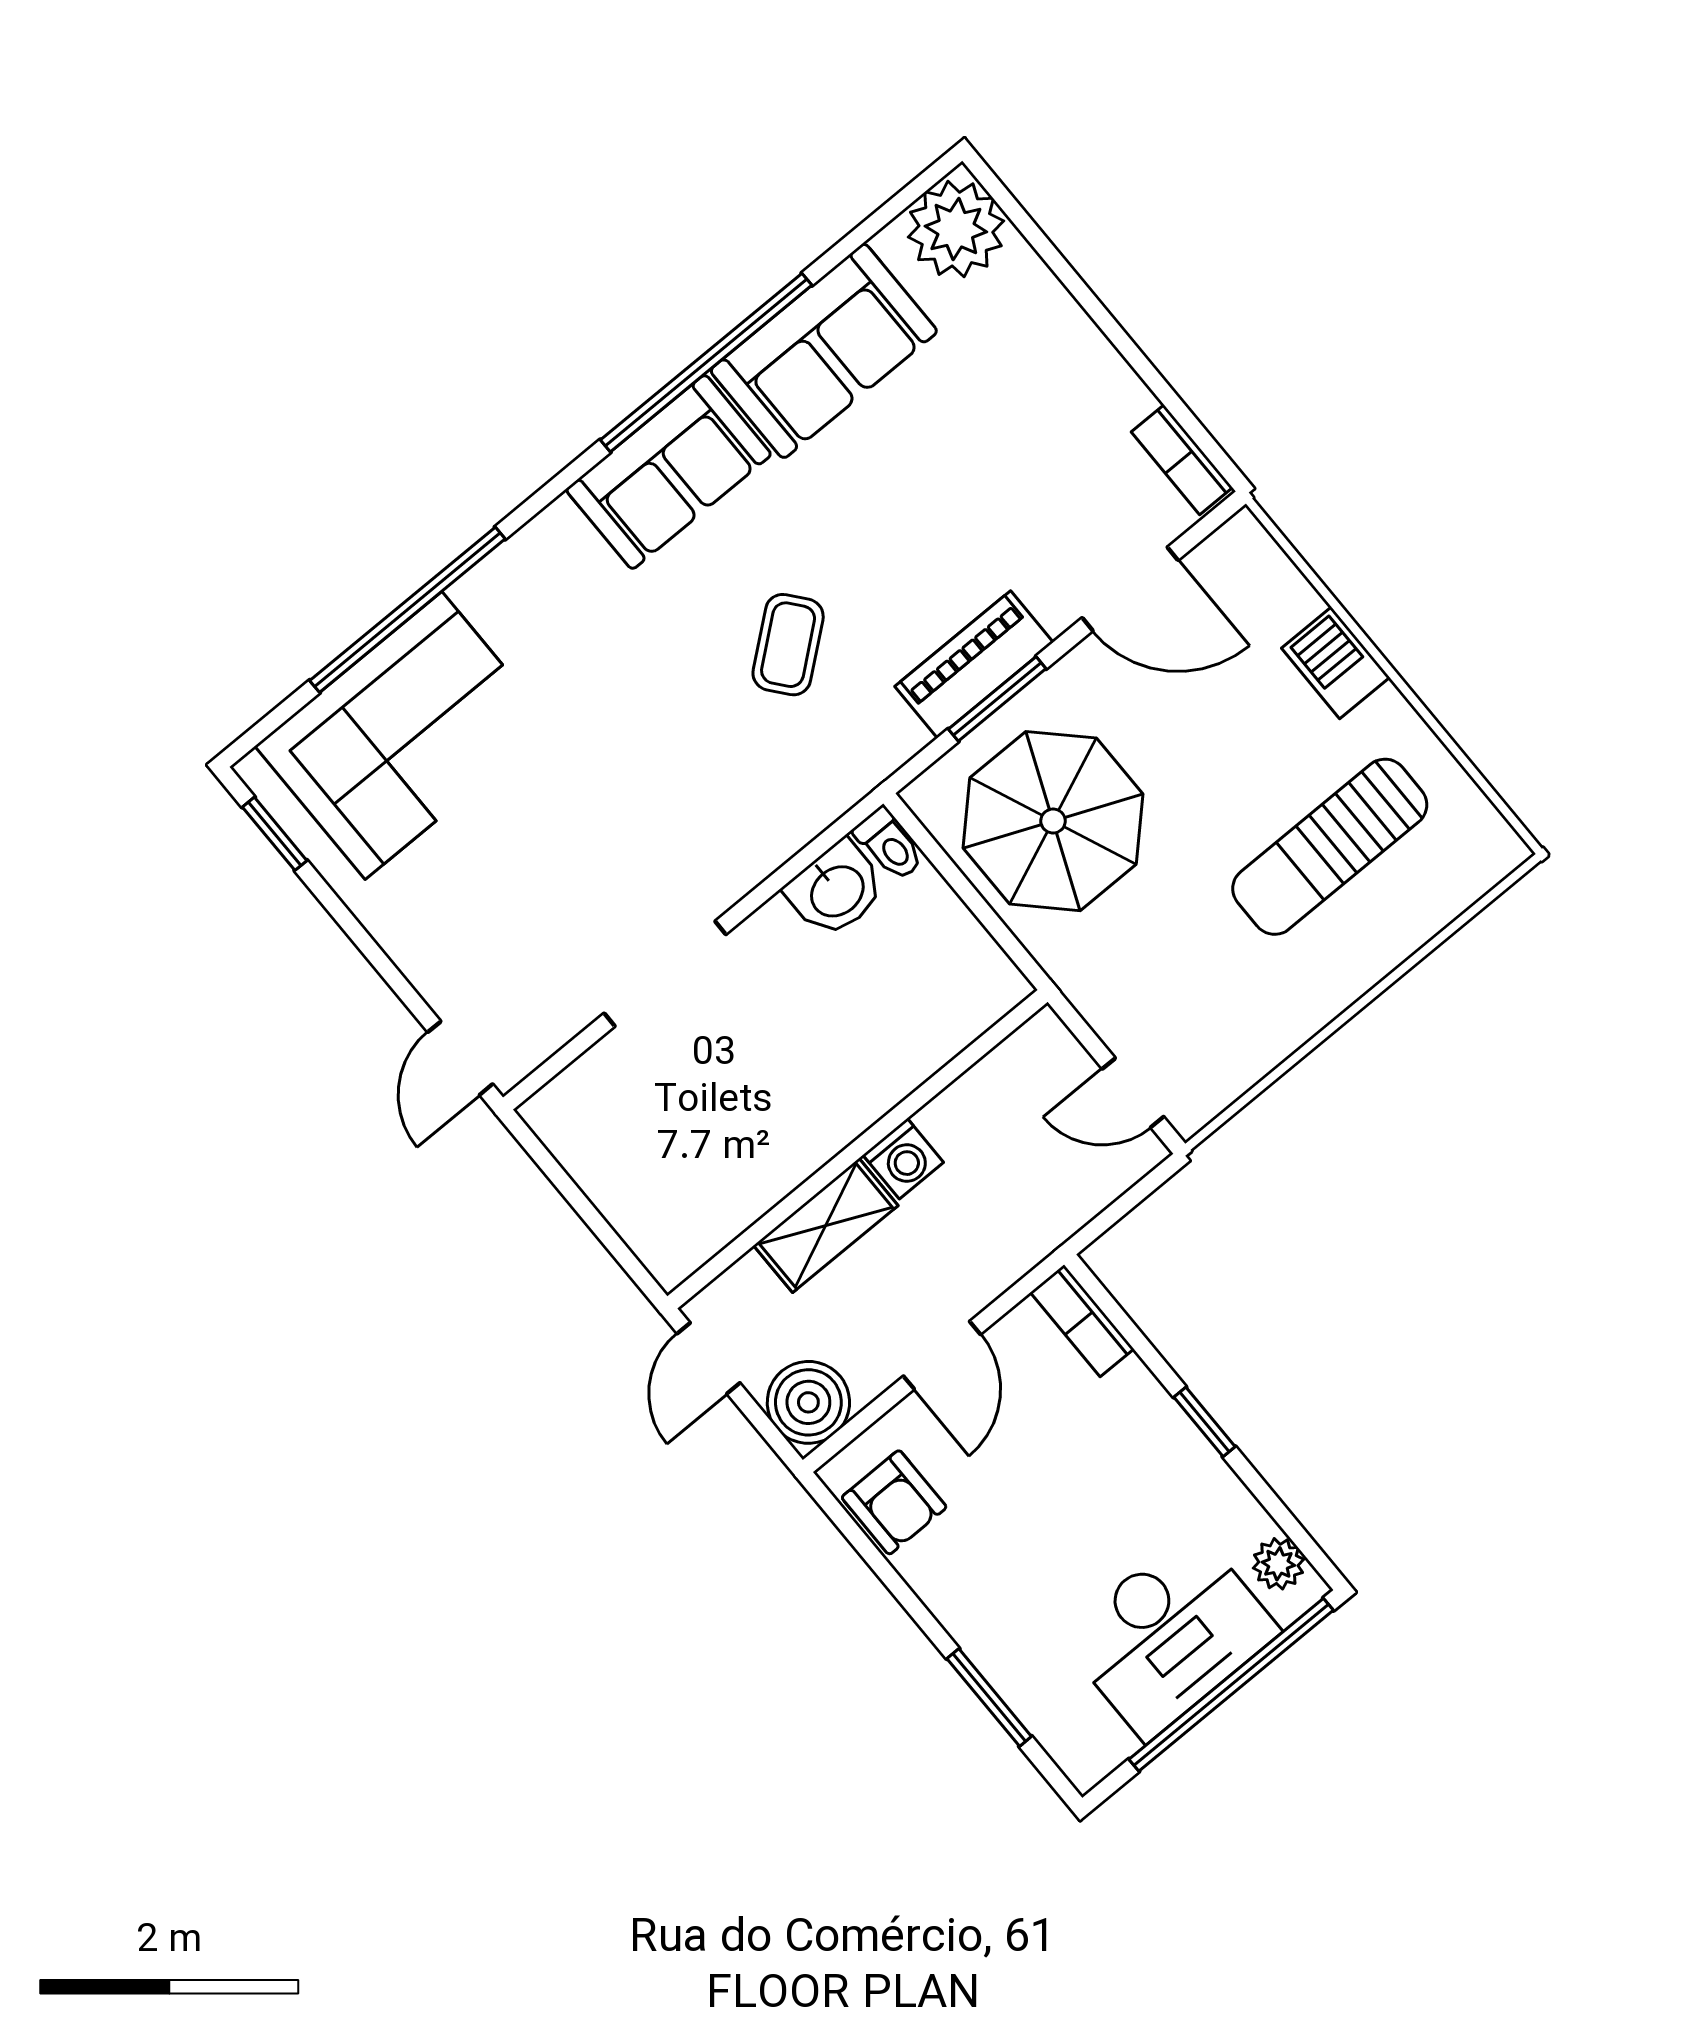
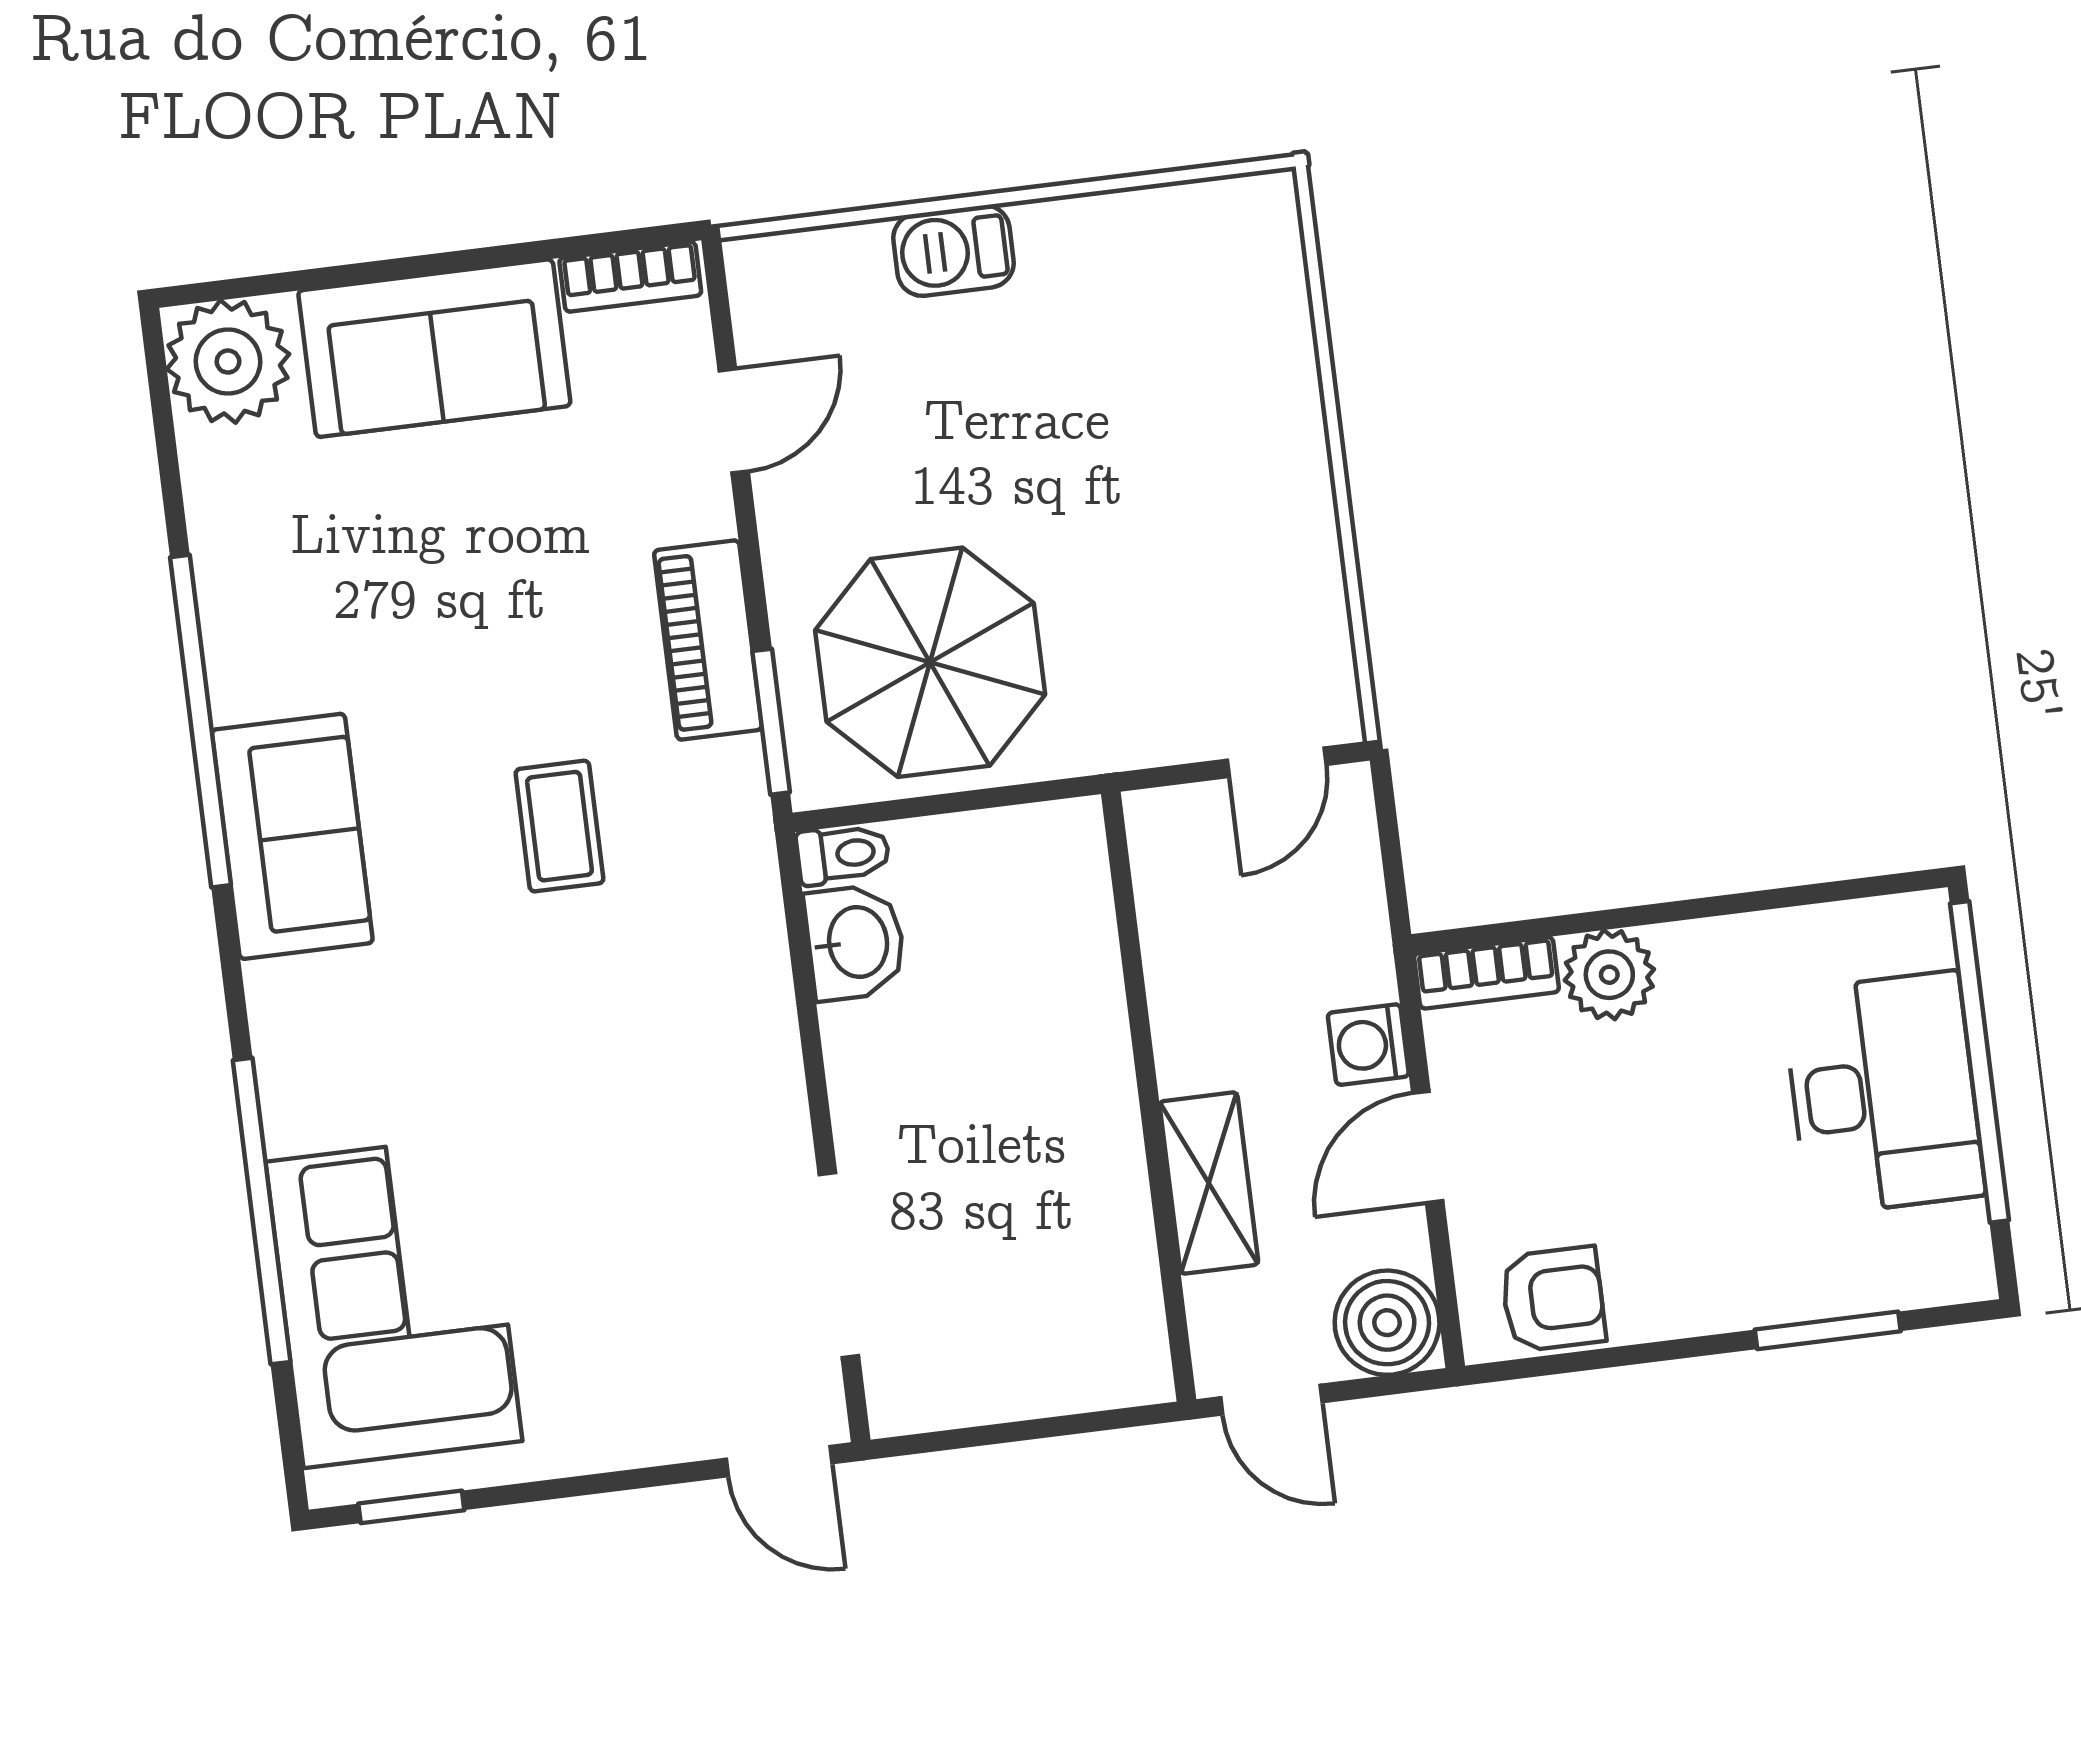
sofa: (824, 351) -> (434, 348), moved, turned 90
door: (1130, 589) -> (734, 421), width x0.73
coffee table: (788, 645) -> (559, 826), turned 39
window: (997, 699) -> (771, 722), moved
sun lounger: (1330, 847) -> (1147, 383), removed
doorway: (665, 974) -> (839, 1265), moved
washing machine: (903, 1159) -> (1368, 1045), moved, turned 180
door: (942, 1355) -> (1428, 1147), swing flipped
window: (1204, 1422) -> (1679, 911), removed
plant: (1278, 1564) -> (1609, 975), moved, width x1.38, depth x1.38

